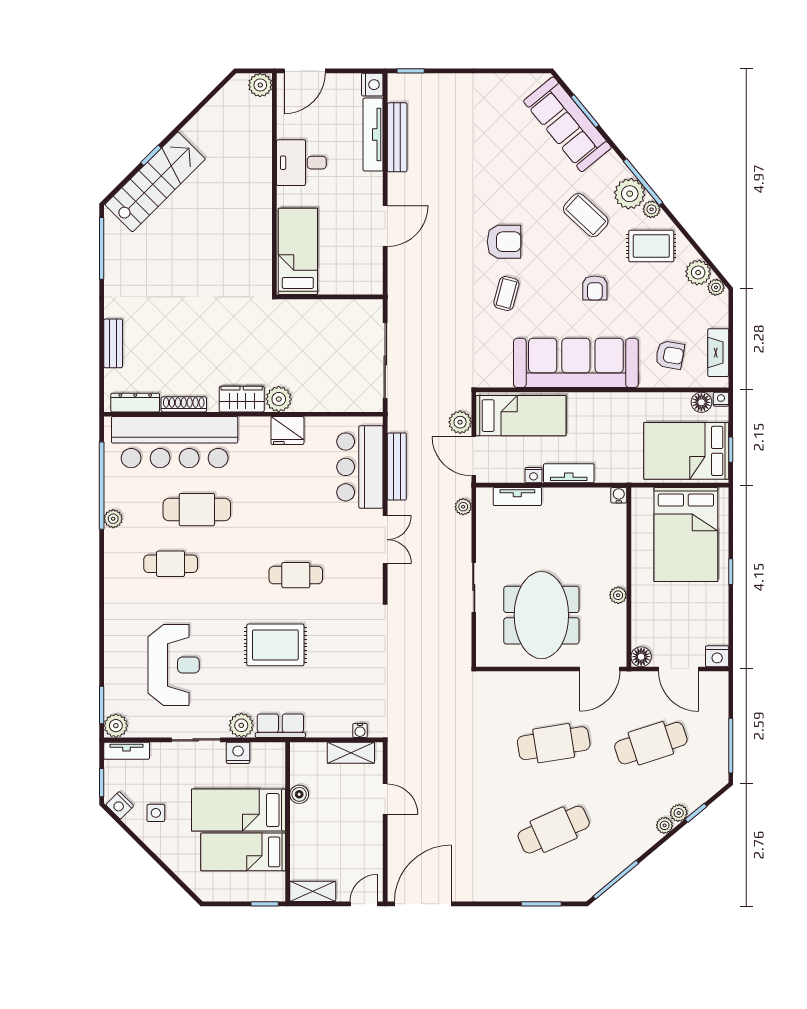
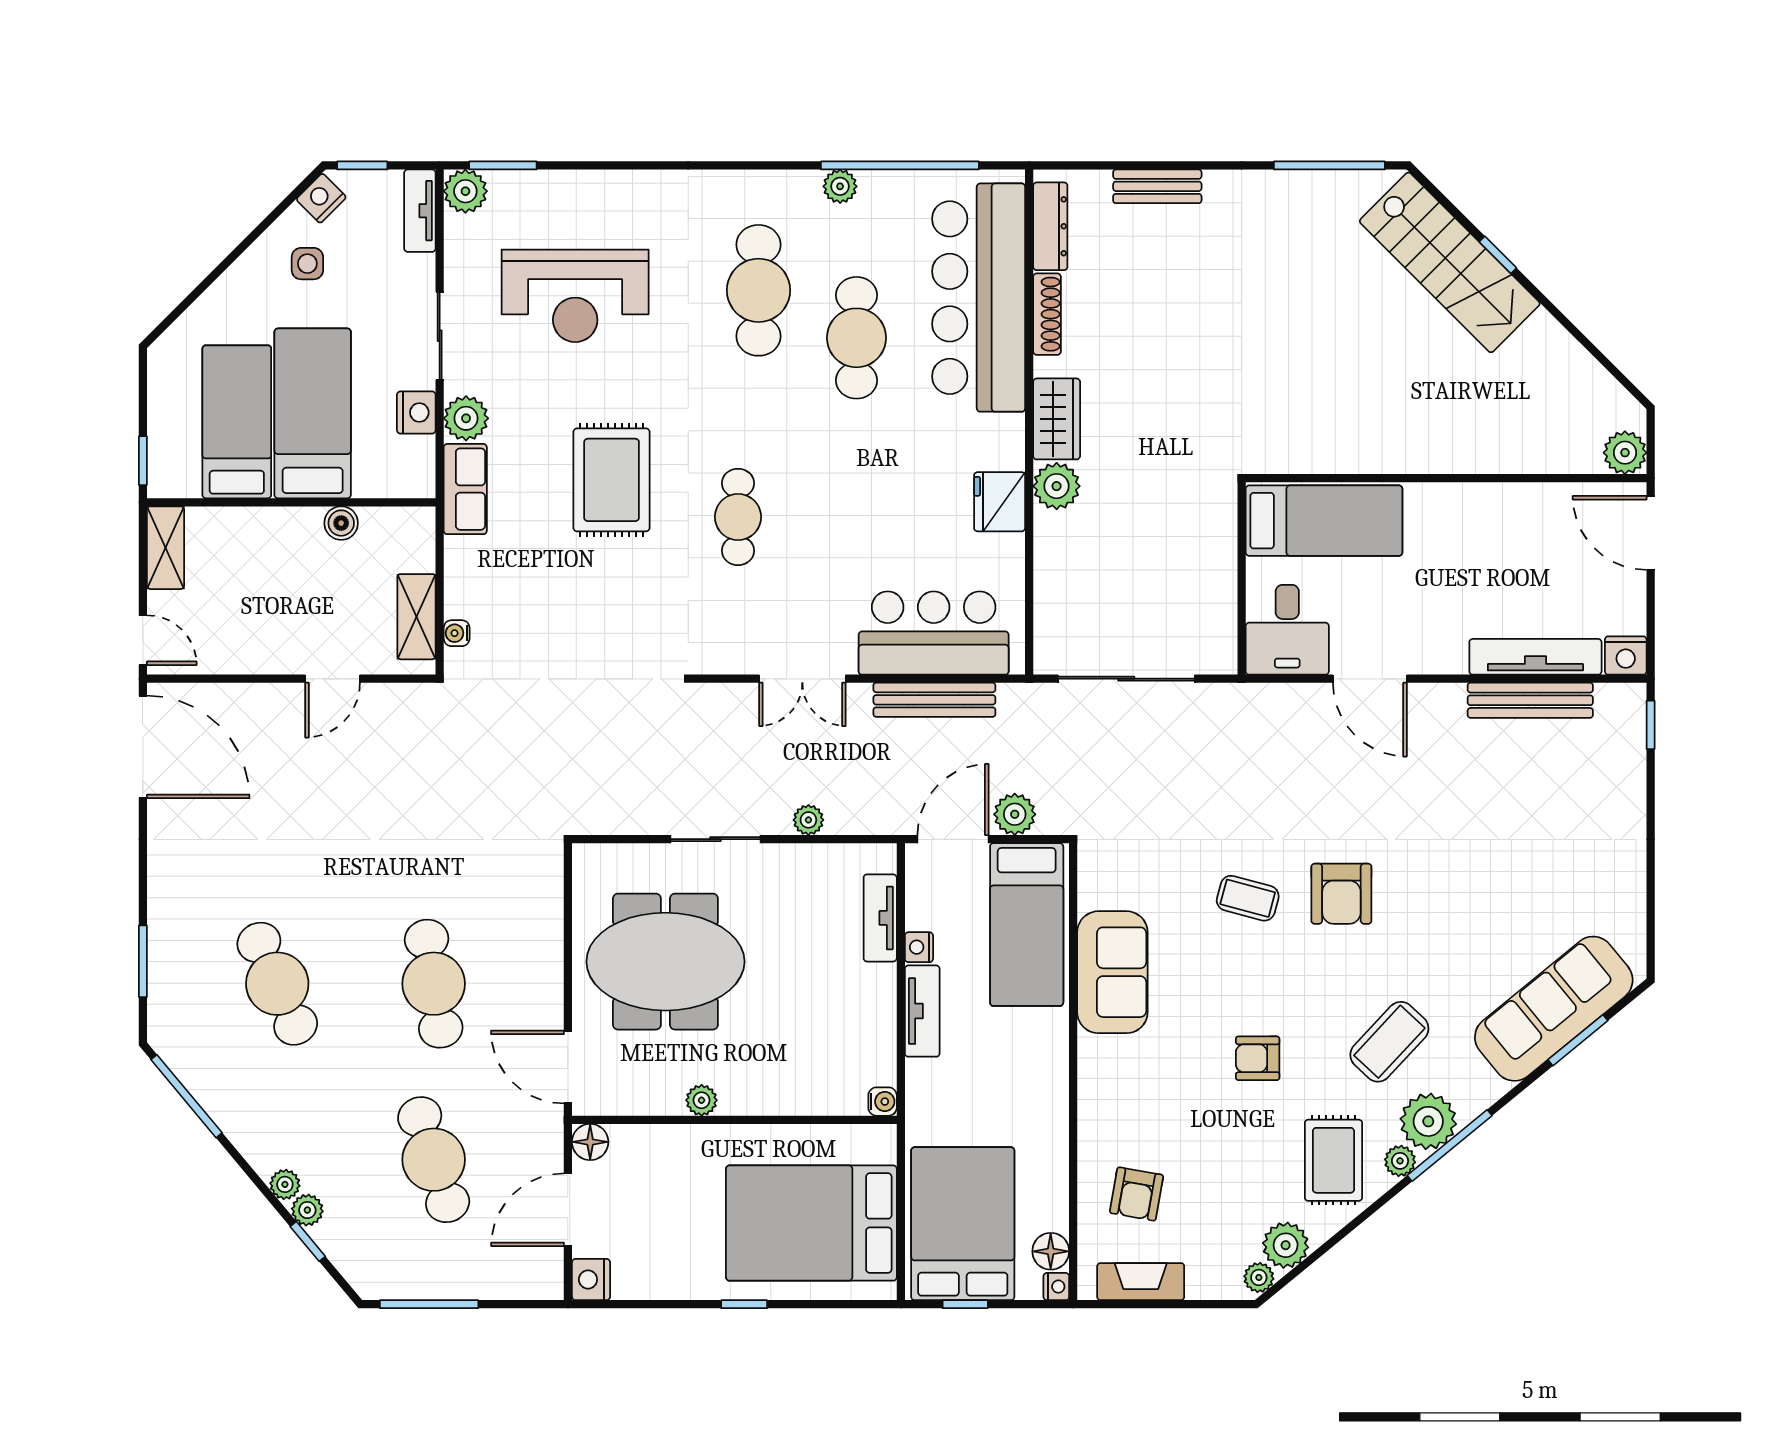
desk: (301, 163) -> (1287, 630), moved, turned 180
sofa: (576, 363) -> (1112, 972), width x0.54, depth x0.79
plant: (463, 507) -> (808, 820), moved
cafe table: (171, 564) -> (758, 290), width x1.37, depth x1.35

